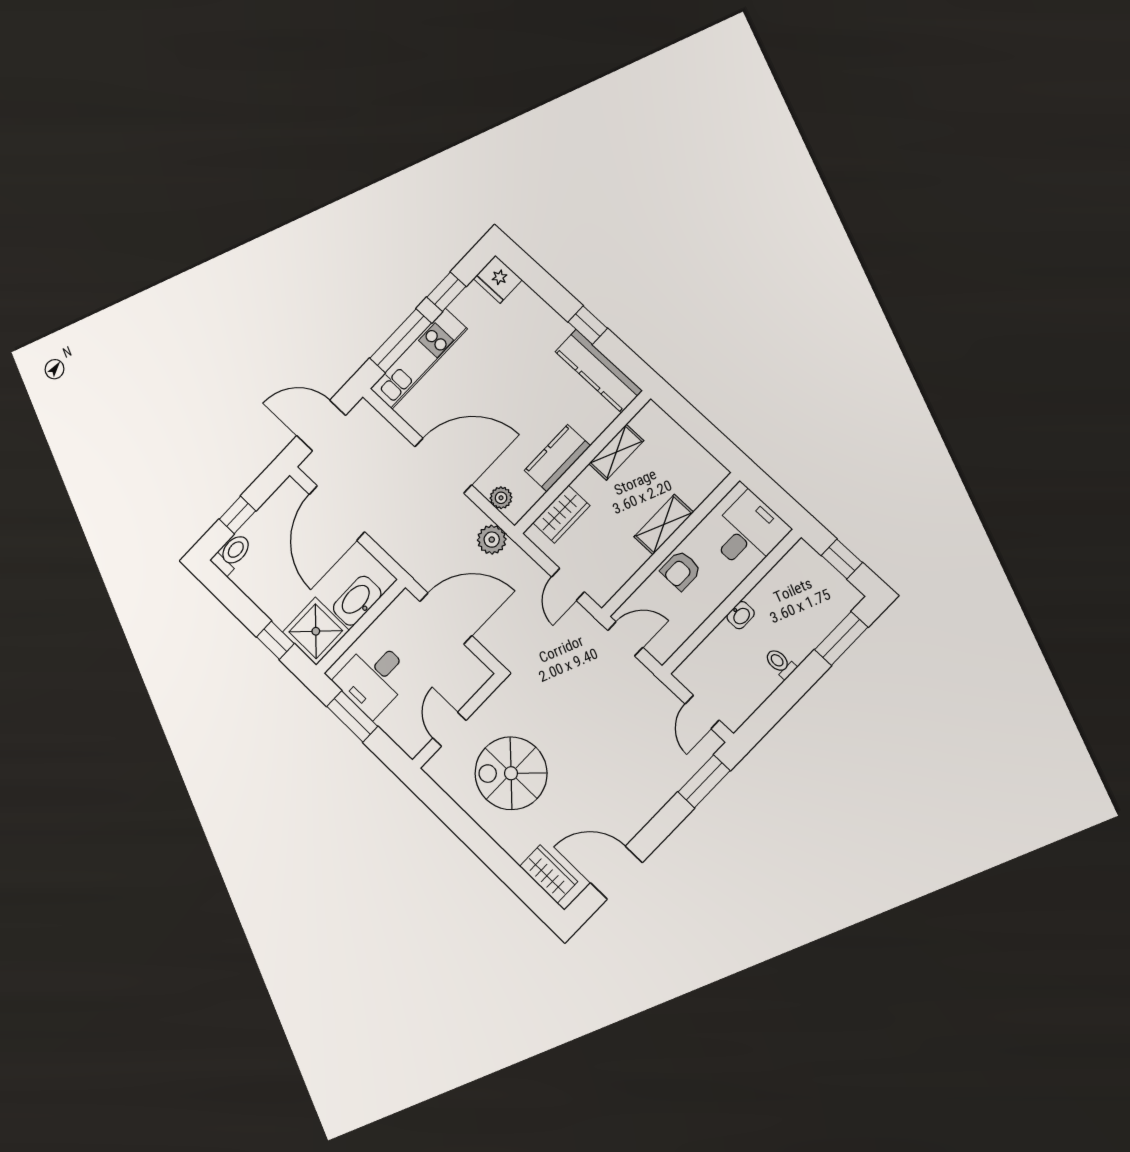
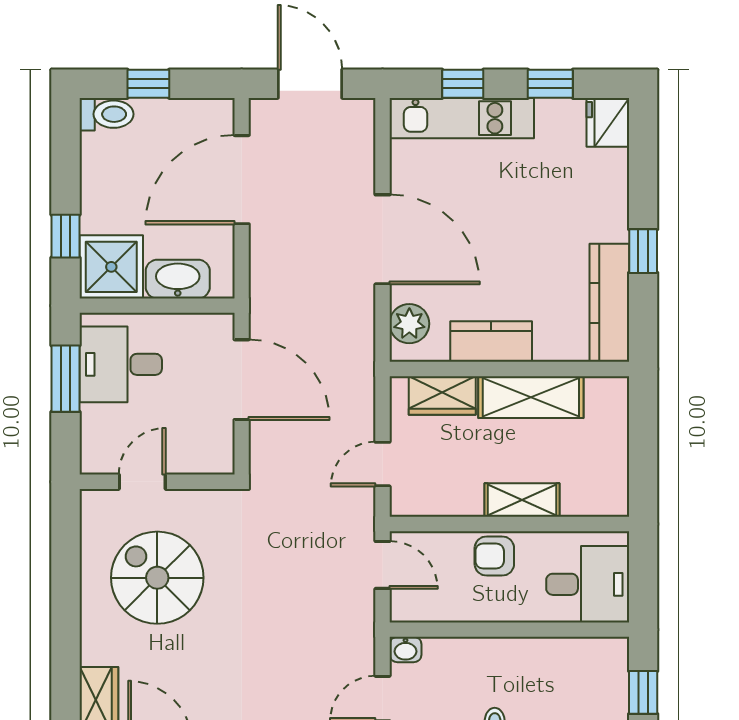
window: (401, 341) -> (463, 84), width x0.46
shelving: (616, 452) -> (531, 397), width x1.50, depth x1.33
plant: (501, 498) -> (409, 324), width x1.38, depth x1.38
plant: (492, 540) -> (356, 352), removed
washbasin: (741, 615) -> (406, 649), moved

